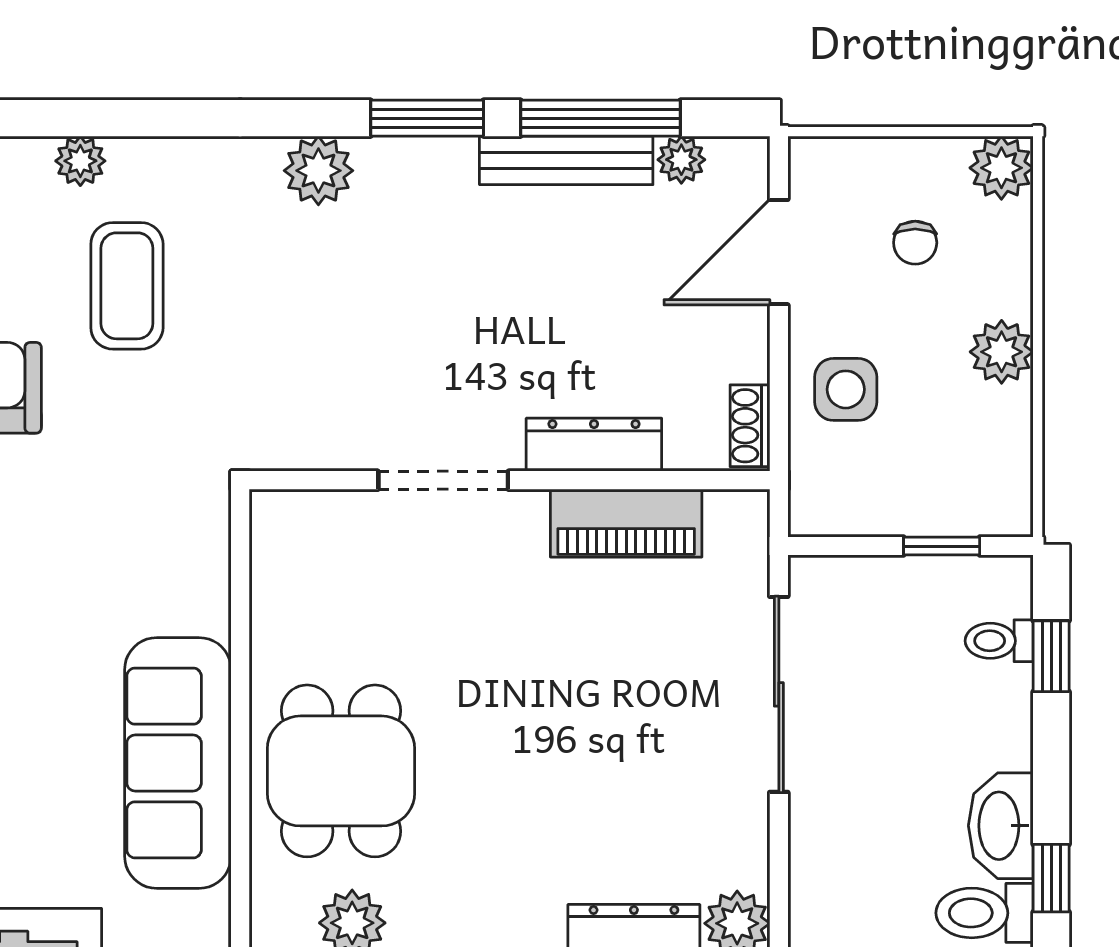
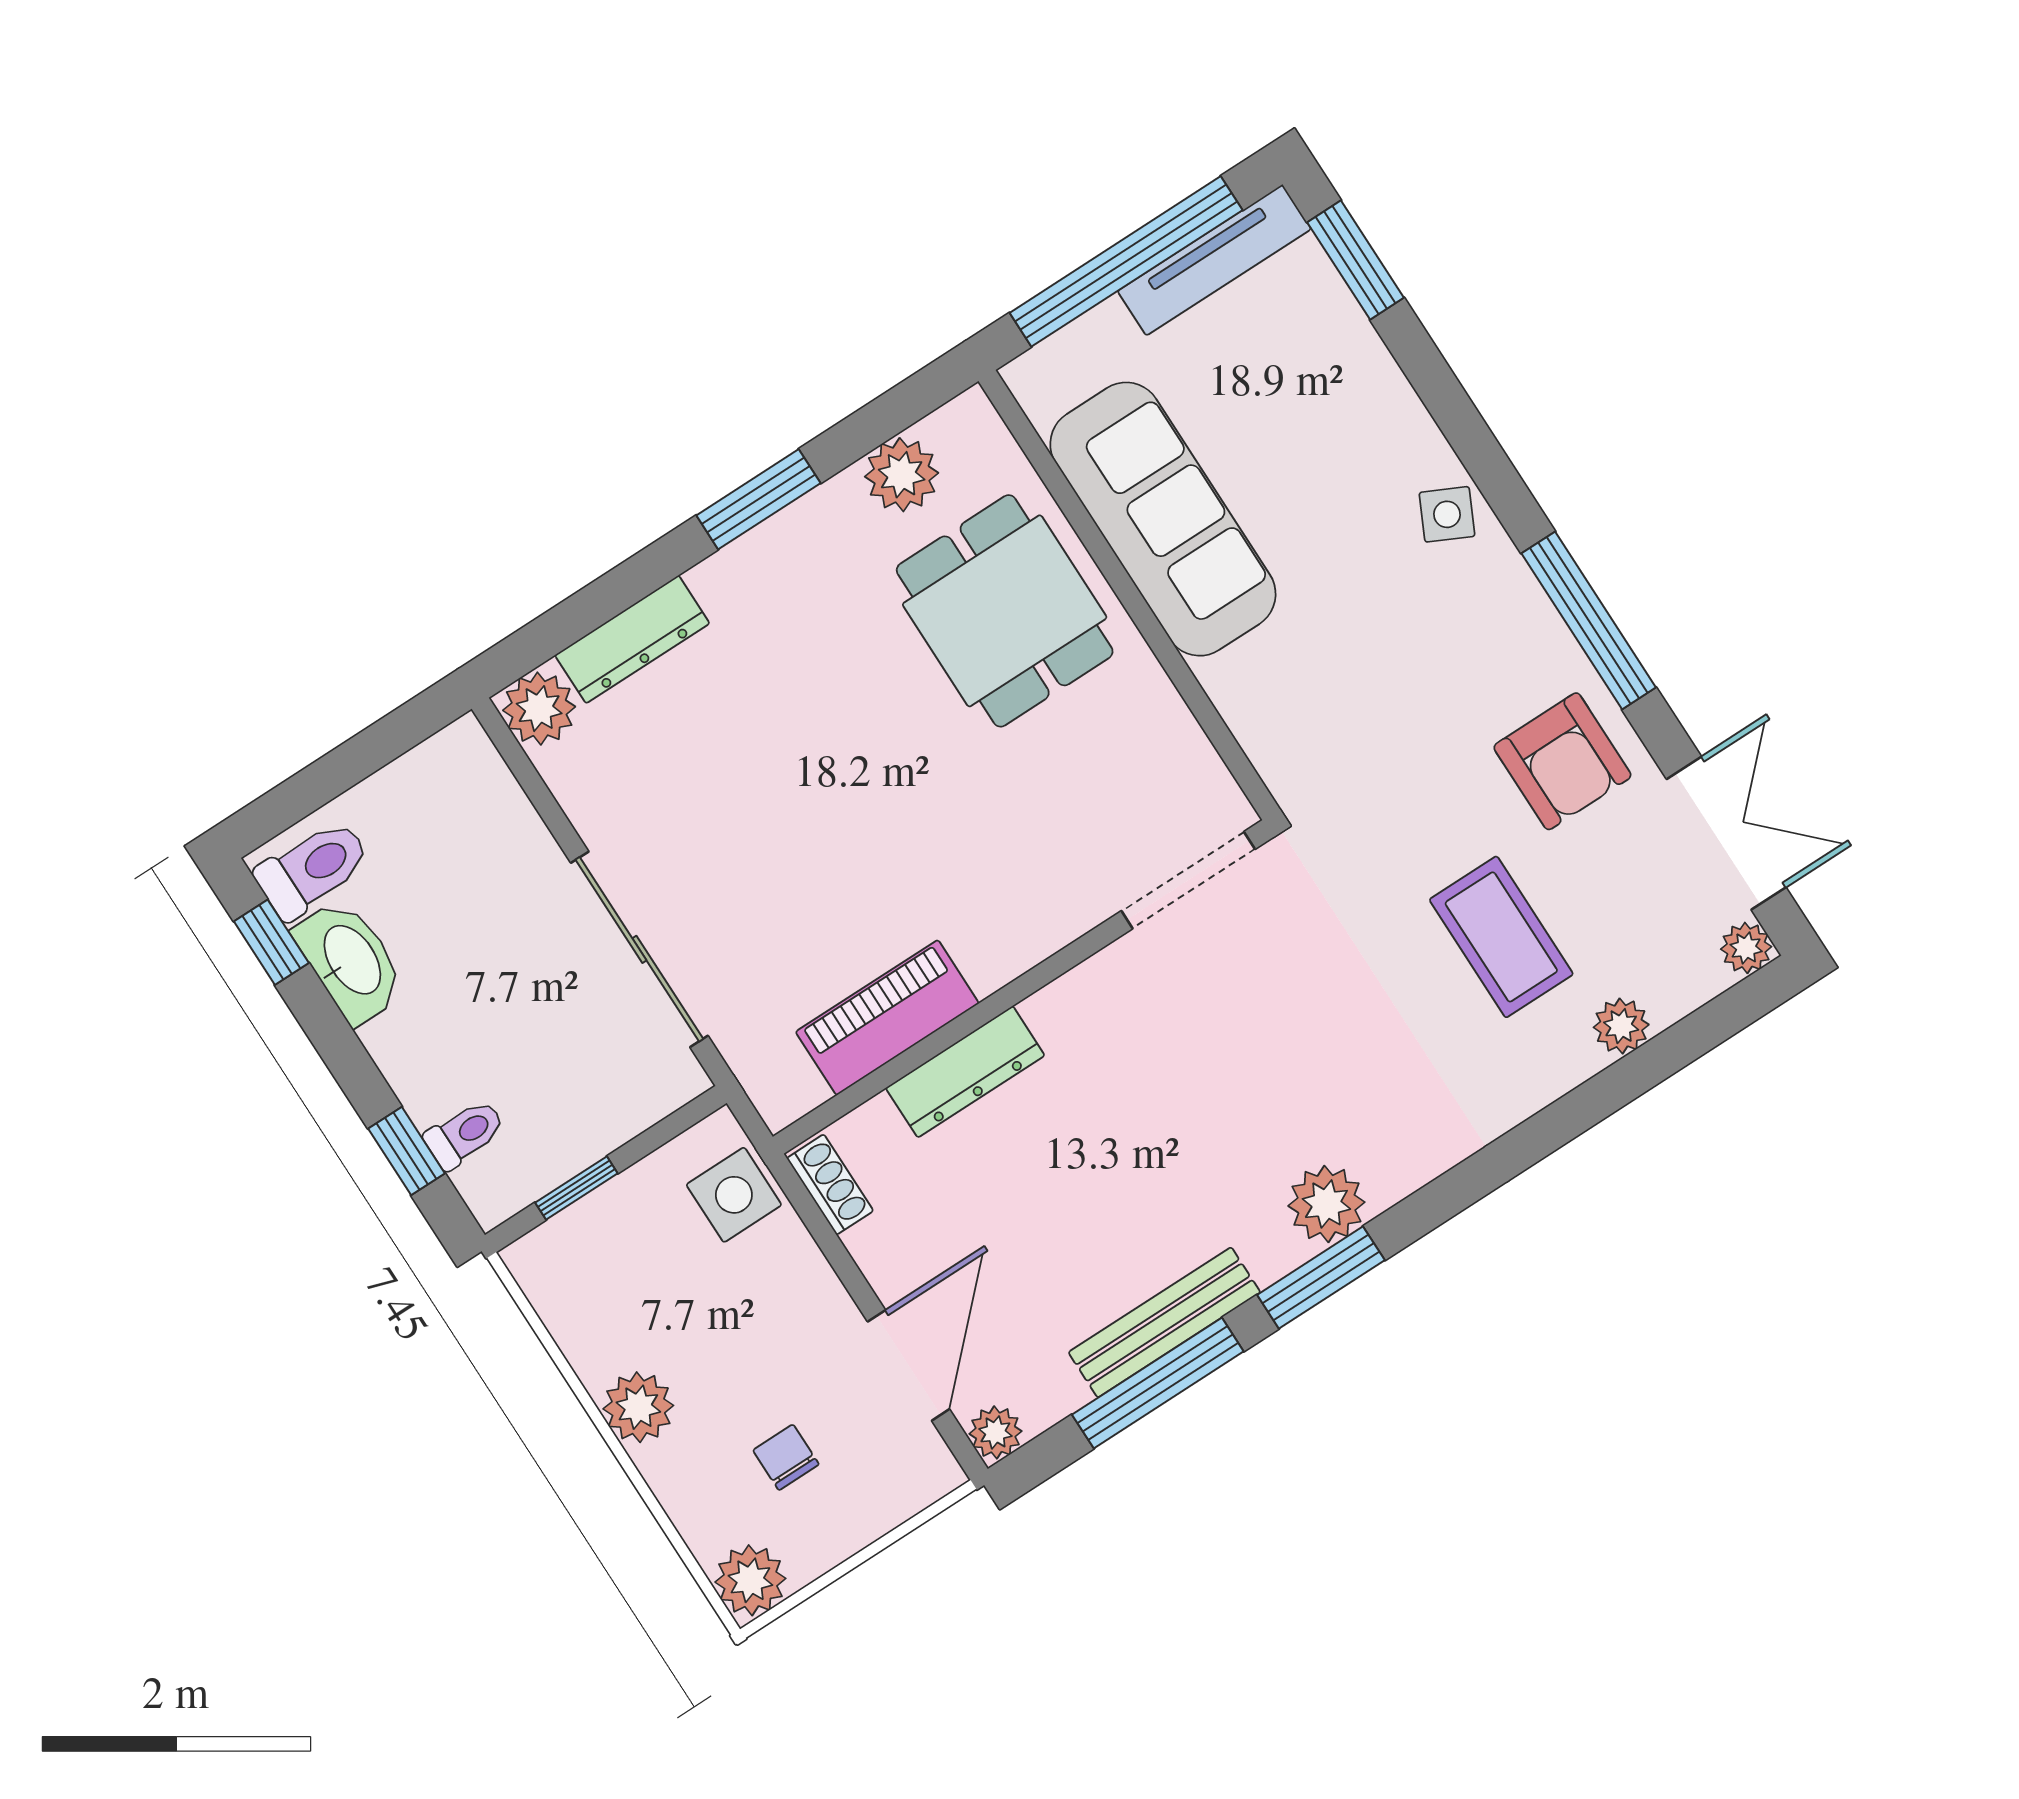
plant: (681, 160) -> (995, 1432), moved
plant: (318, 171) -> (1326, 1204), moved
side table: (846, 389) -> (734, 1195), moved
doorway: (443, 480) -> (1188, 880), moved

